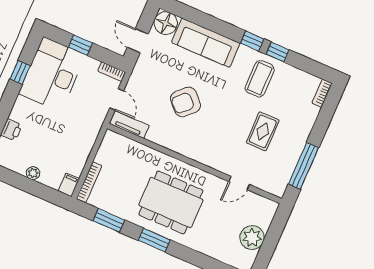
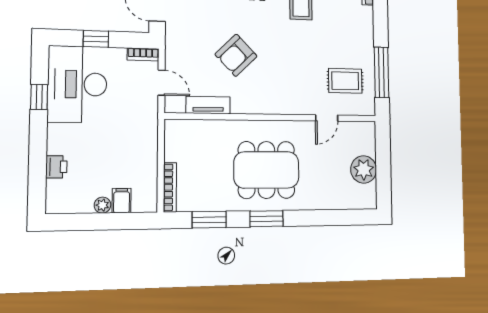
tv unit: (129, 125) -> (208, 105), moved
rug: (263, 131) -> (345, 81), moved, turned 90
filing cabinet: (69, 185) -> (122, 201), moved

